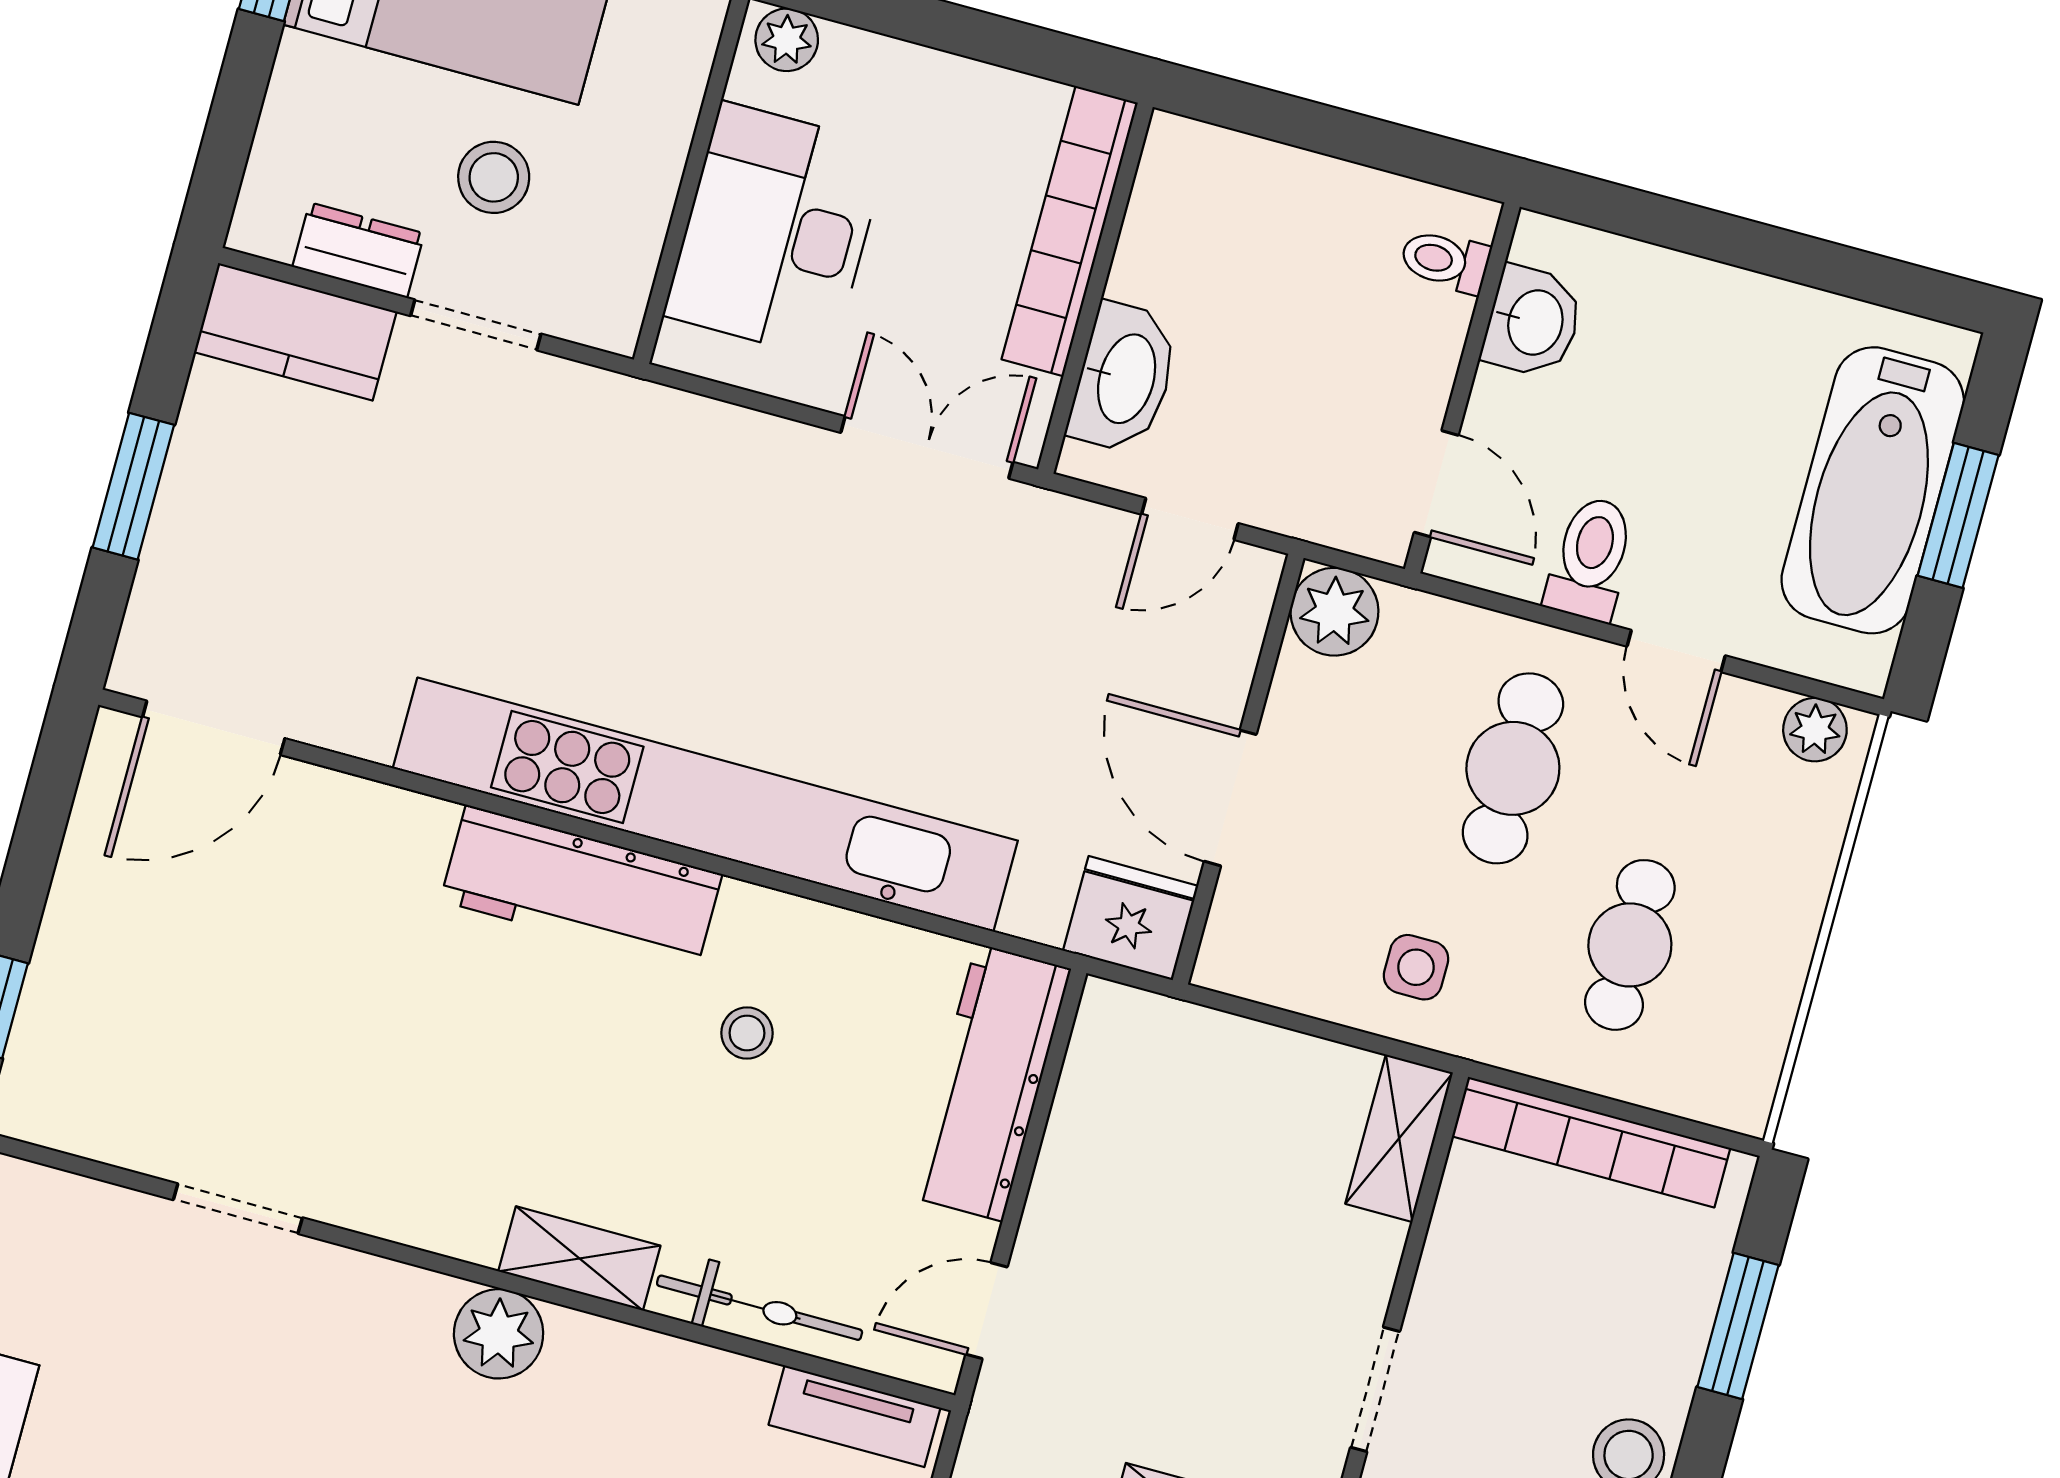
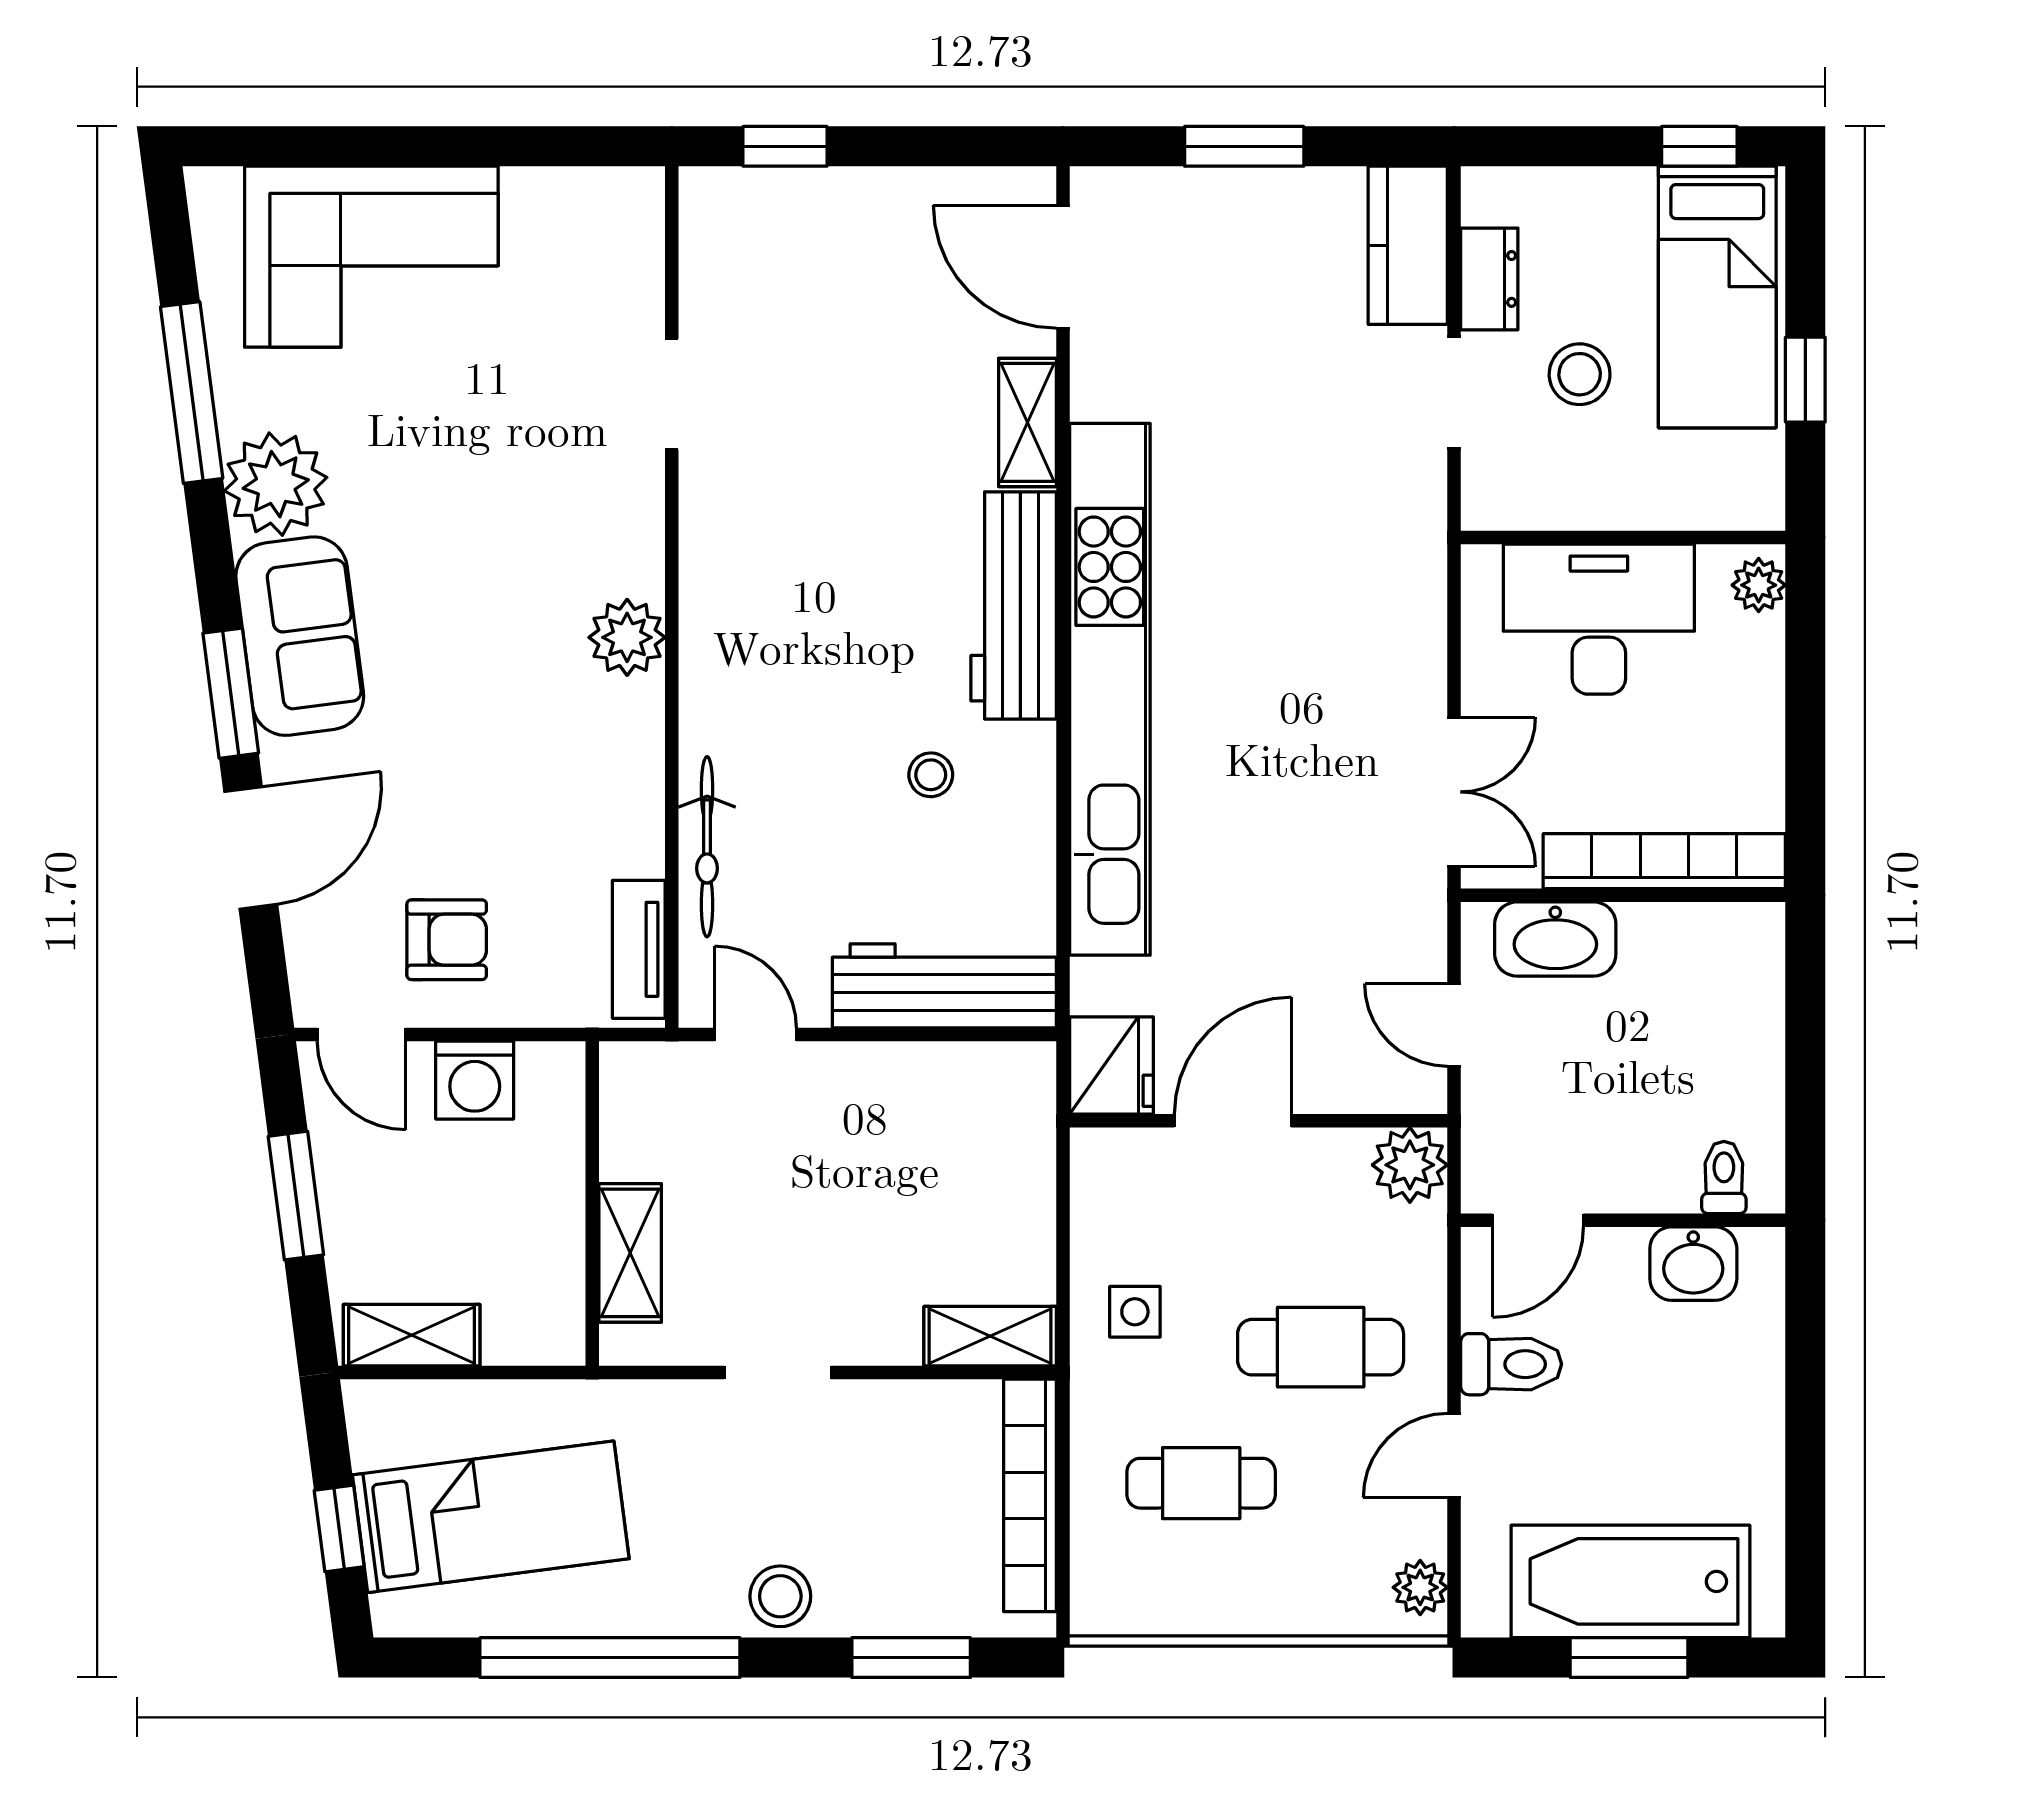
shelving: (579, 1258) -> (1027, 422), moved

